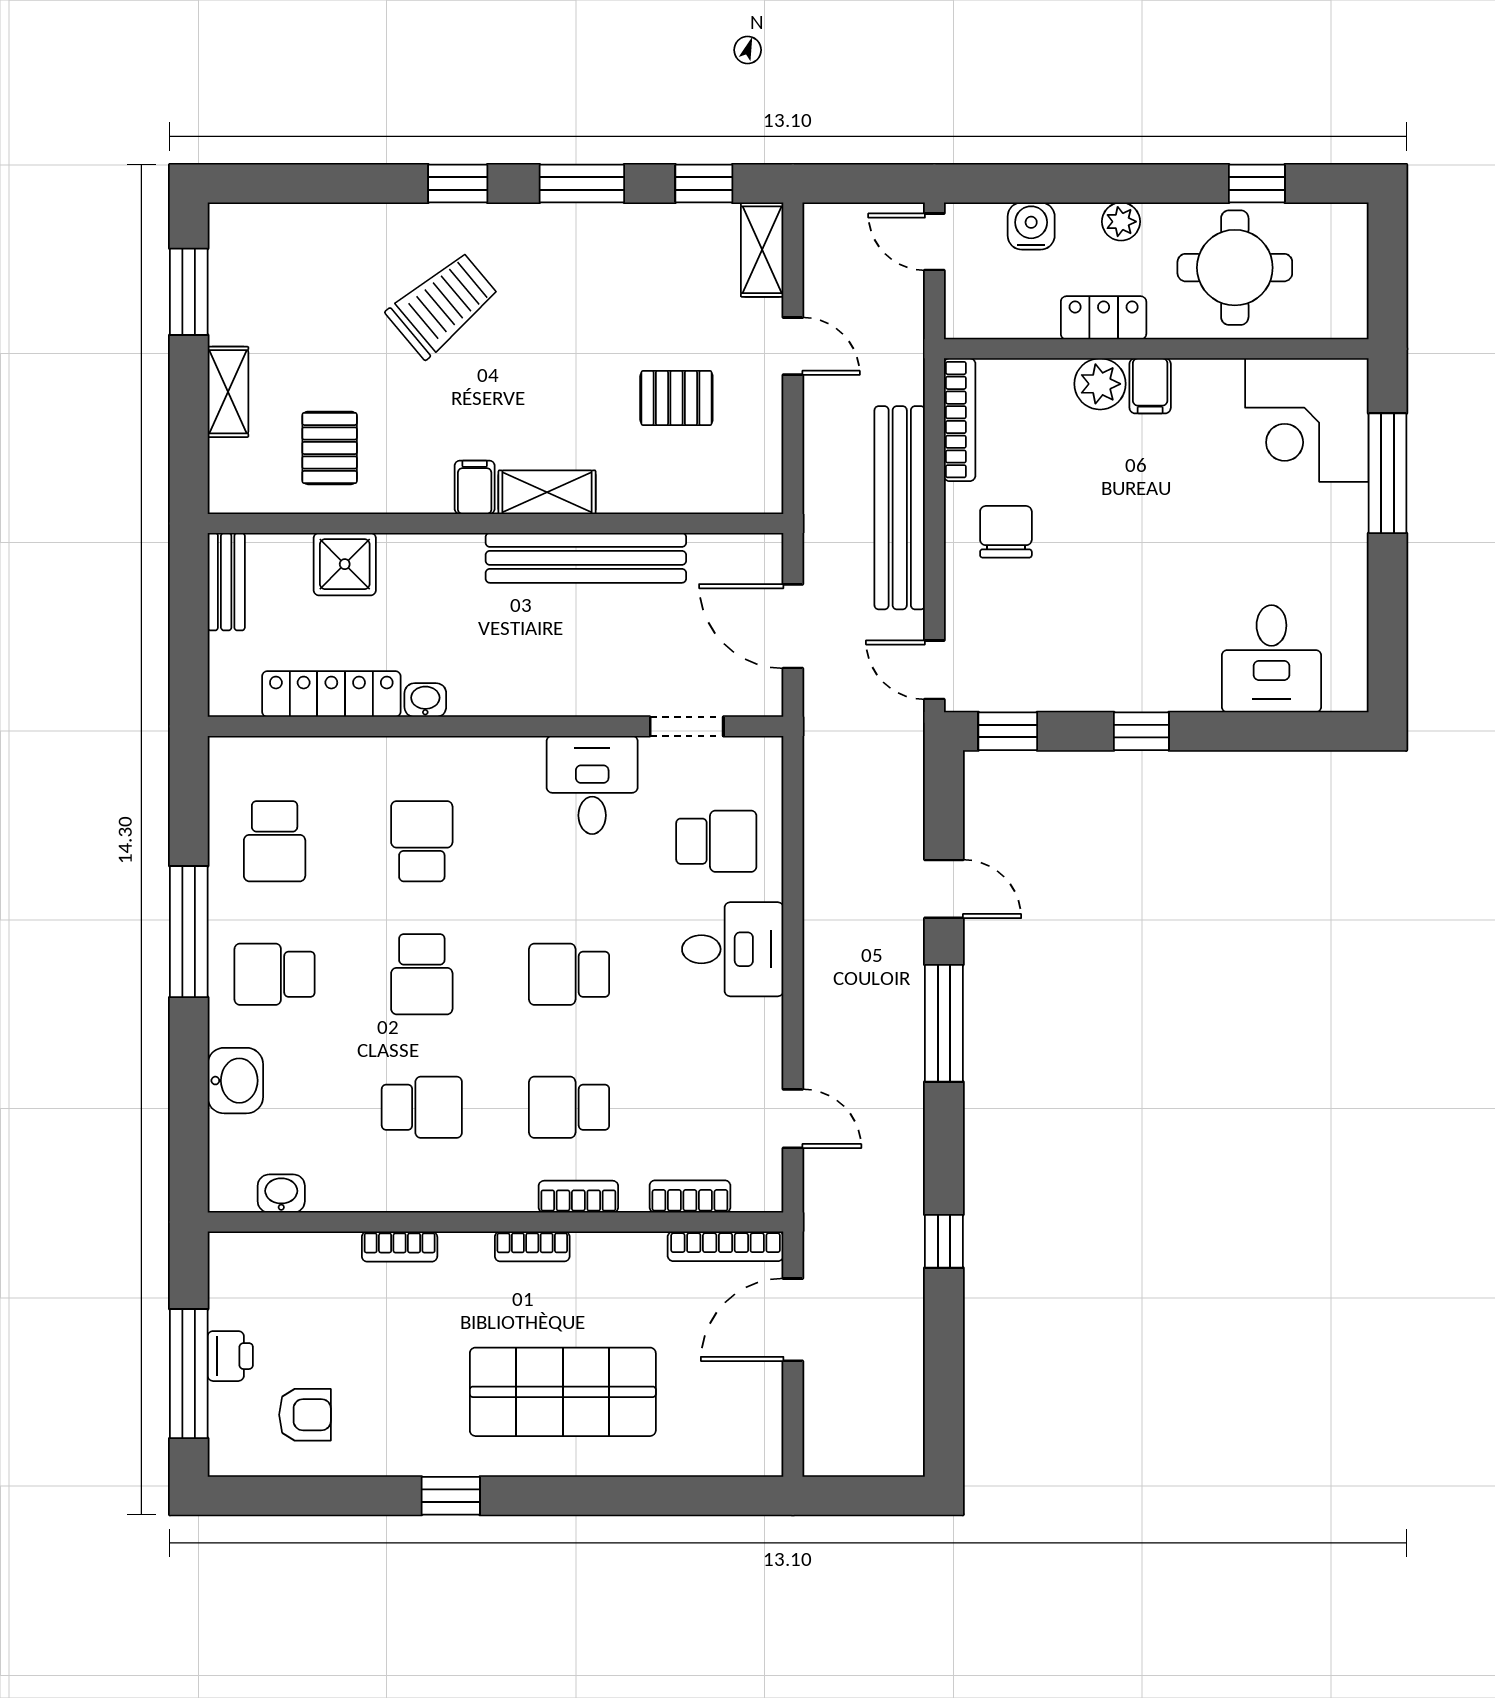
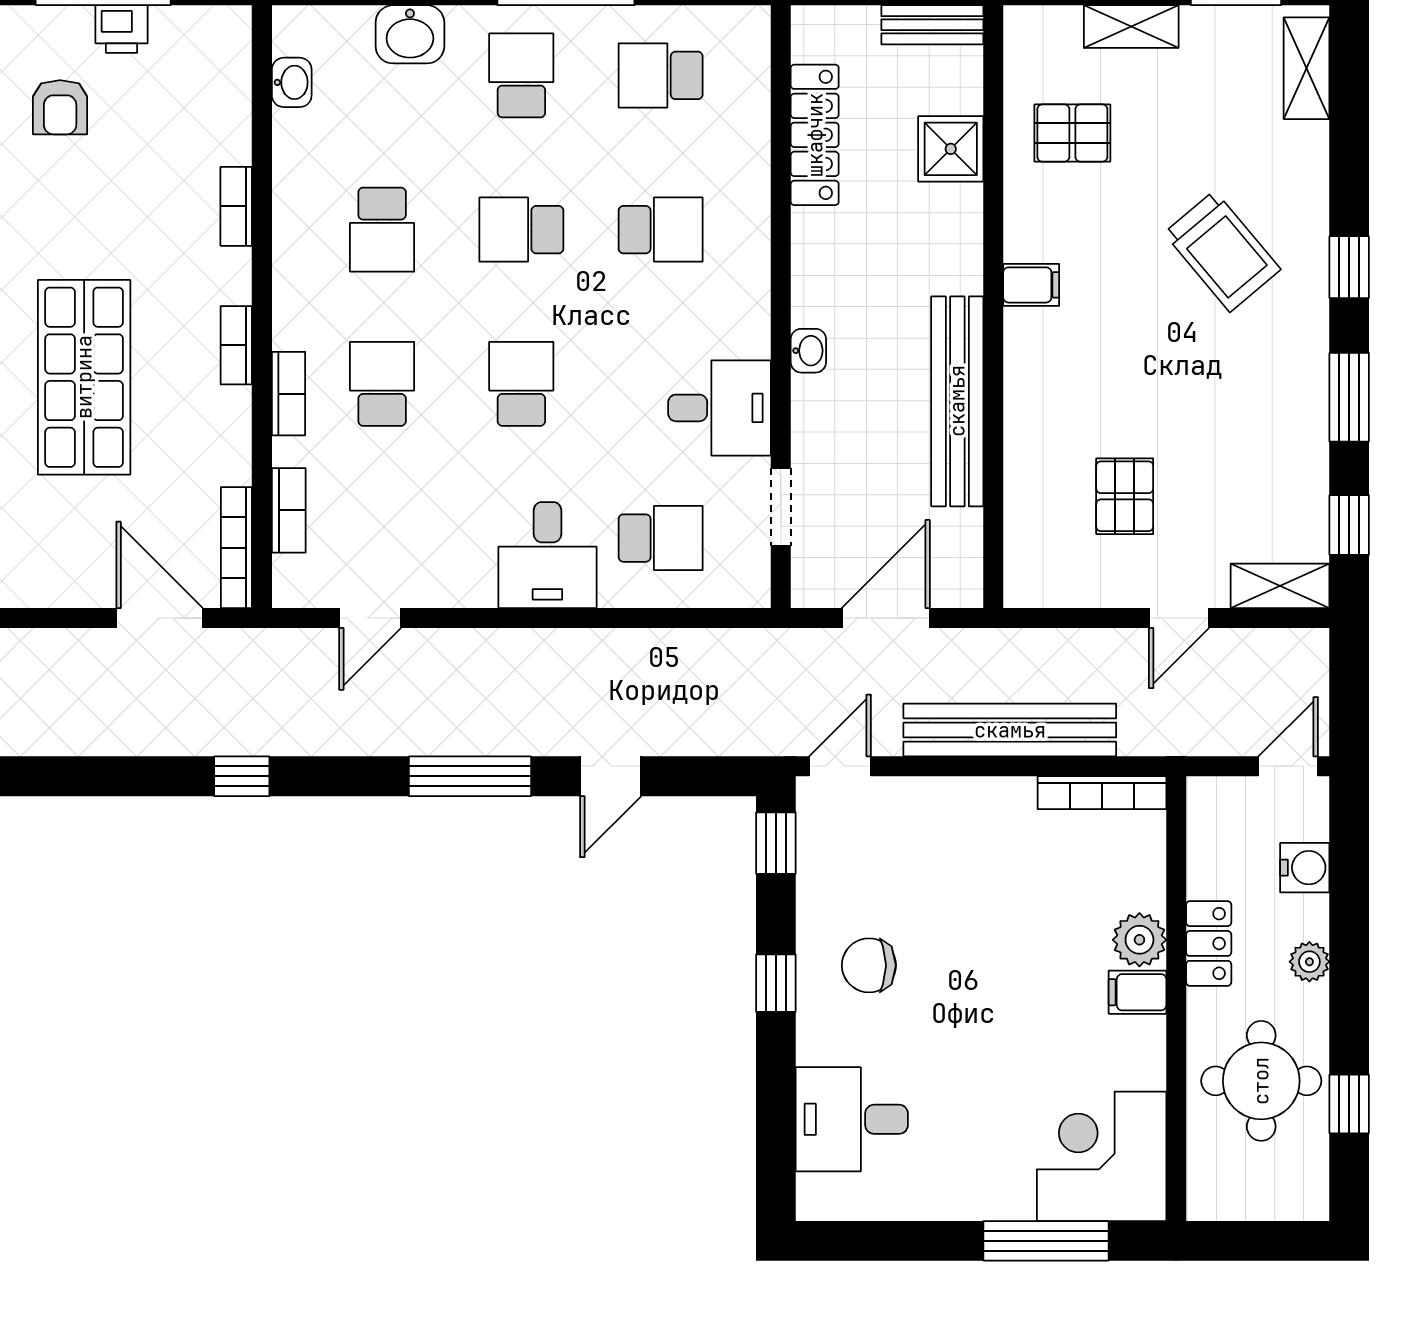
shelving: (547, 492) -> (1307, 68), moved
chair: (1006, 532) -> (869, 965), moved, turned 180
washbasin: (425, 700) -> (808, 351), moved
school desk: (716, 841) -> (661, 538), turned -90

